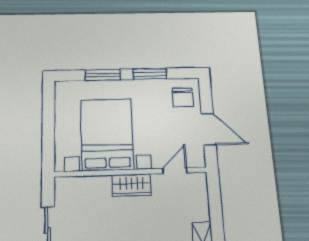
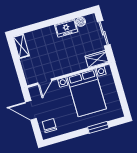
window: (150, 74) -> (72, 135), removed
wardrobe: (131, 185) -> (97, 59), moved

